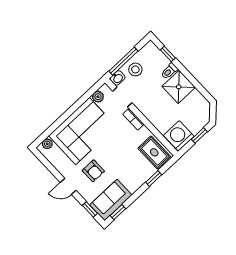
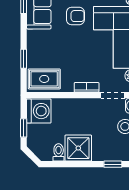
toilet: (169, 71) -> (59, 152), moved
armchair: (93, 171) -> (75, 16), turned 180

